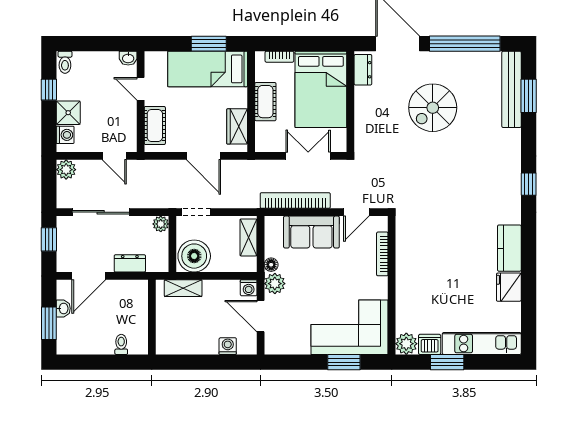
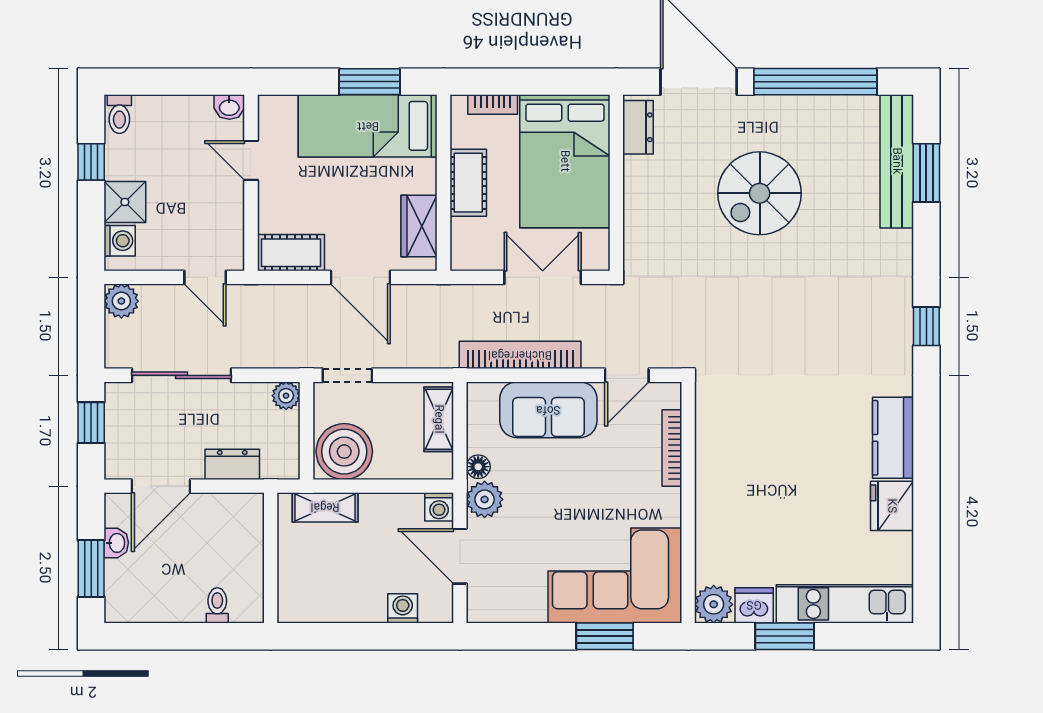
cot: (155, 126) -> (291, 253), moved, turned 90

